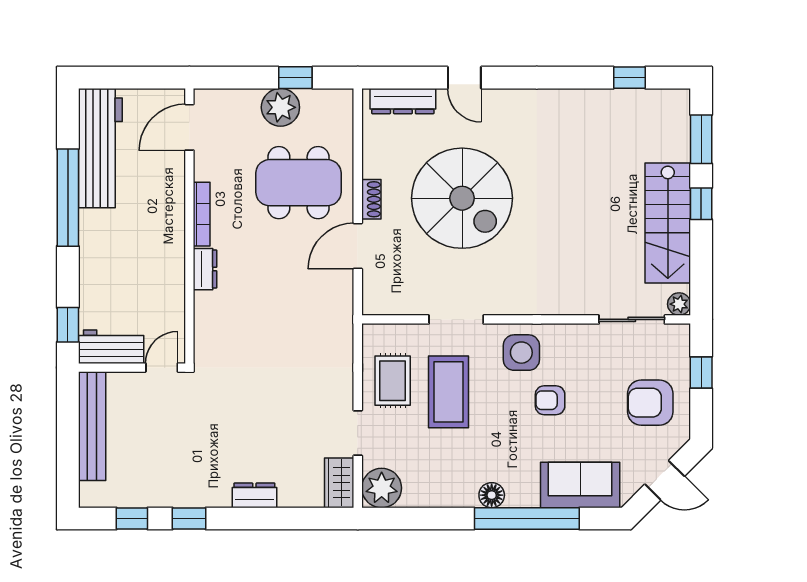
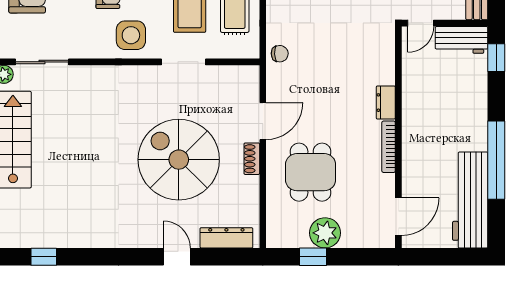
dining table: (298, 183) -> (311, 172), width x0.73
chair: (337, 330) -> (280, 54), added

